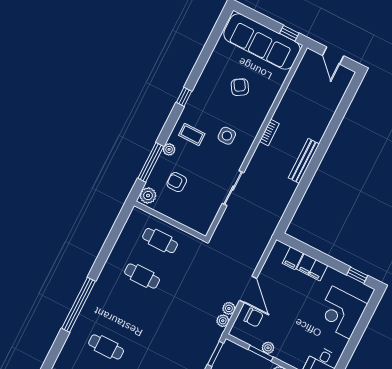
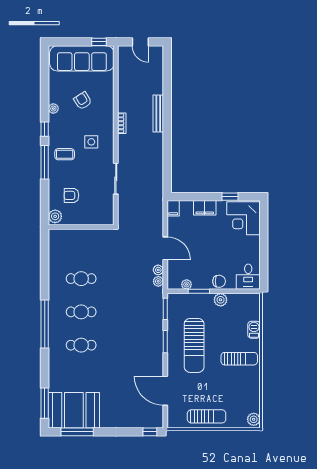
plant: (169, 149) -> (53, 109), moved
bench: (304, 161) -> (158, 113), moved
window: (151, 162) -> (45, 162), moved
cafe table: (160, 241) -> (81, 312), moved
filing cabinet: (293, 258) -> (173, 208), moved
window: (357, 275) -> (230, 197), moved
corner desk: (341, 313) -> (243, 218), moved
chair: (254, 317) -> (219, 281), moved
plant: (268, 348) -> (187, 284), moved

